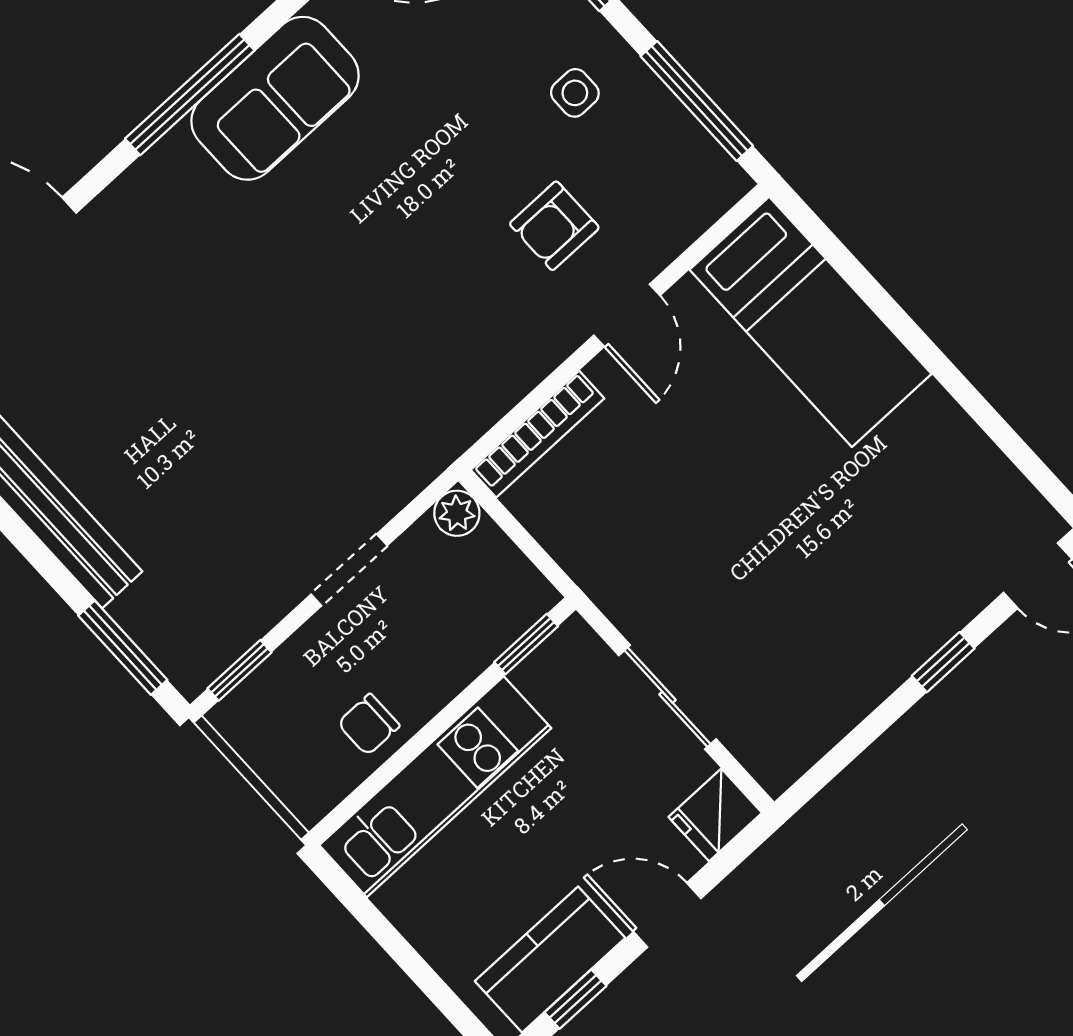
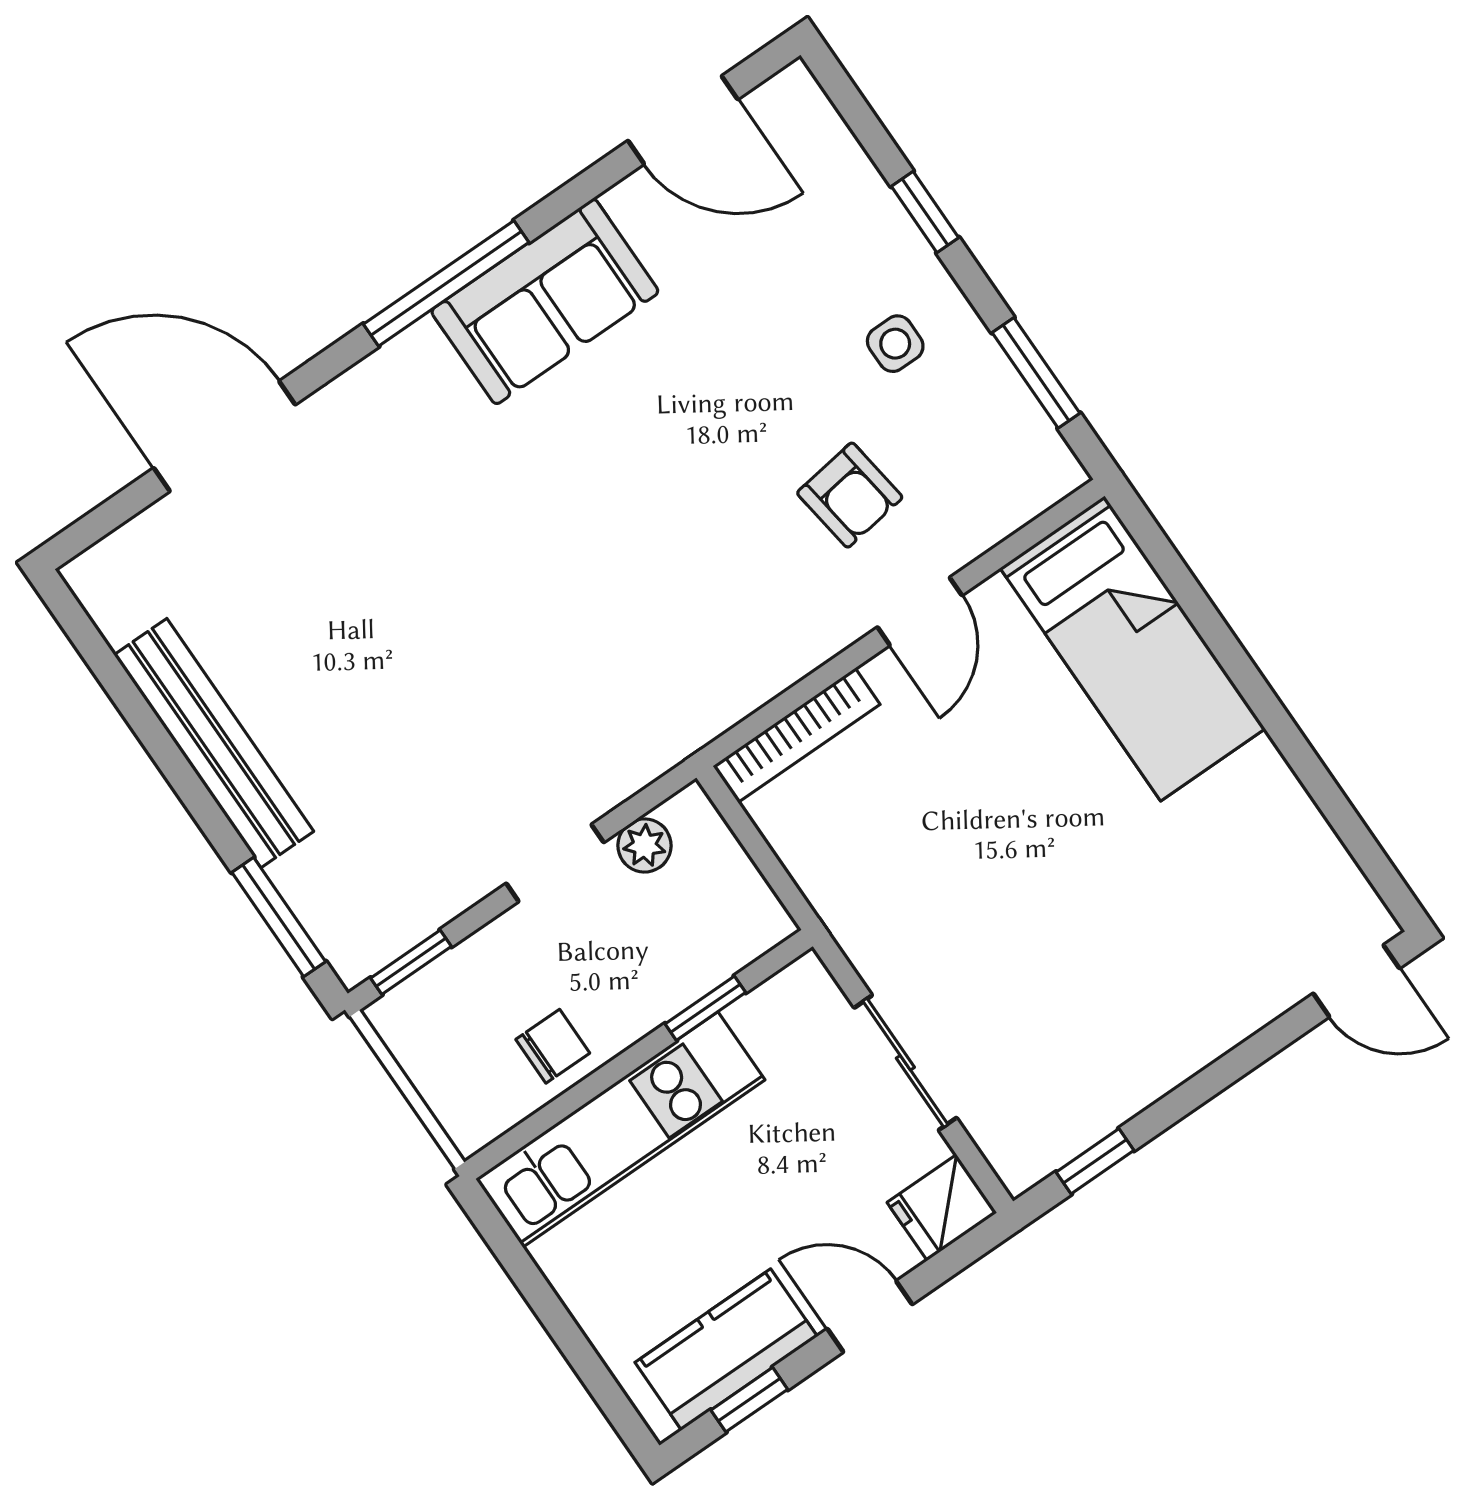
window: (697, 101) -> (1036, 373), width x0.69
armchair: (554, 226) -> (850, 495), turned -98
plant: (457, 513) -> (645, 846), moved
window: (526, 644) -> (705, 1008), moved
window: (943, 662) -> (1095, 1161), moved
chair: (369, 725) -> (553, 1046), turned 180

